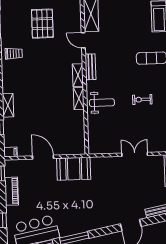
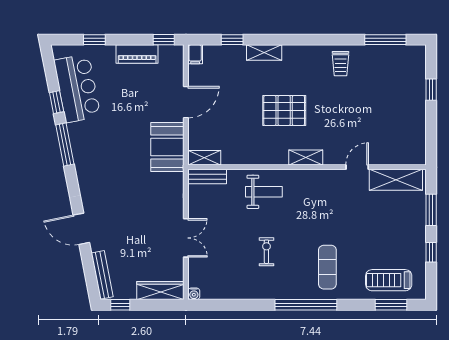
pallet: (42, 24) -> (284, 110), moved
bench: (90, 67) -> (207, 177), moved
shelving: (79, 98) -> (204, 158), moved
weight bench: (102, 103) -> (264, 192), turned -90

